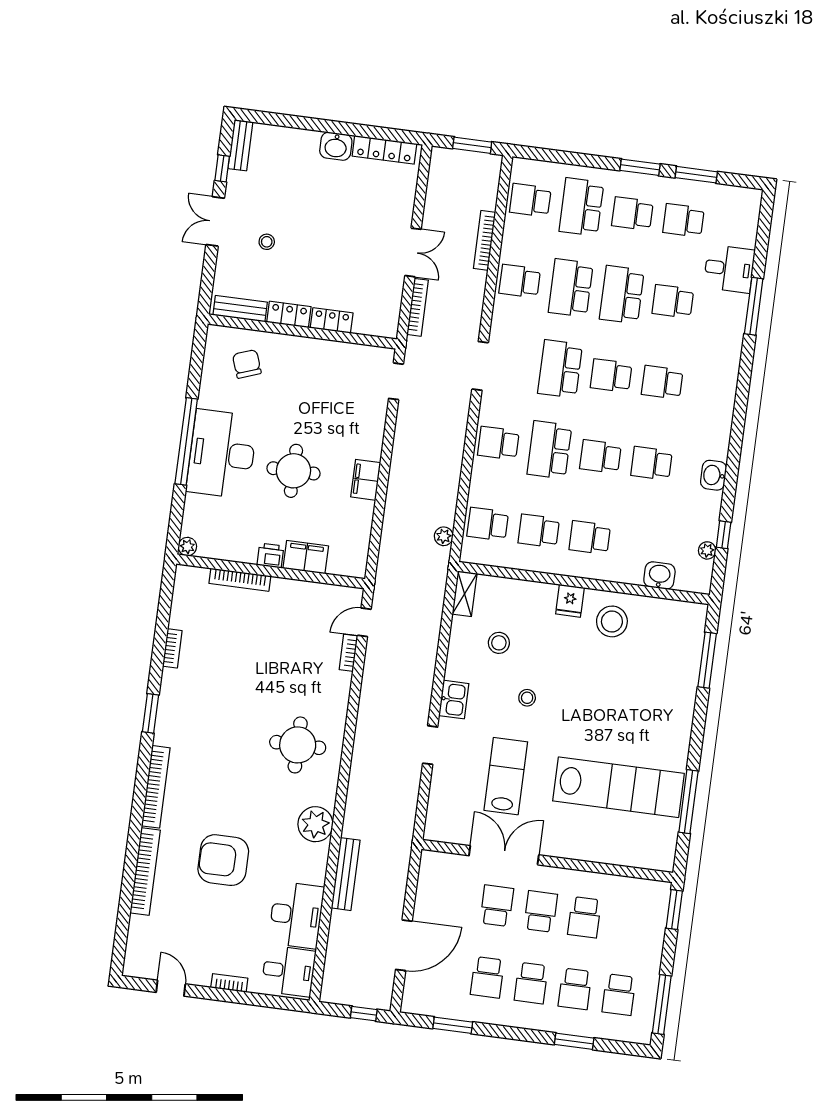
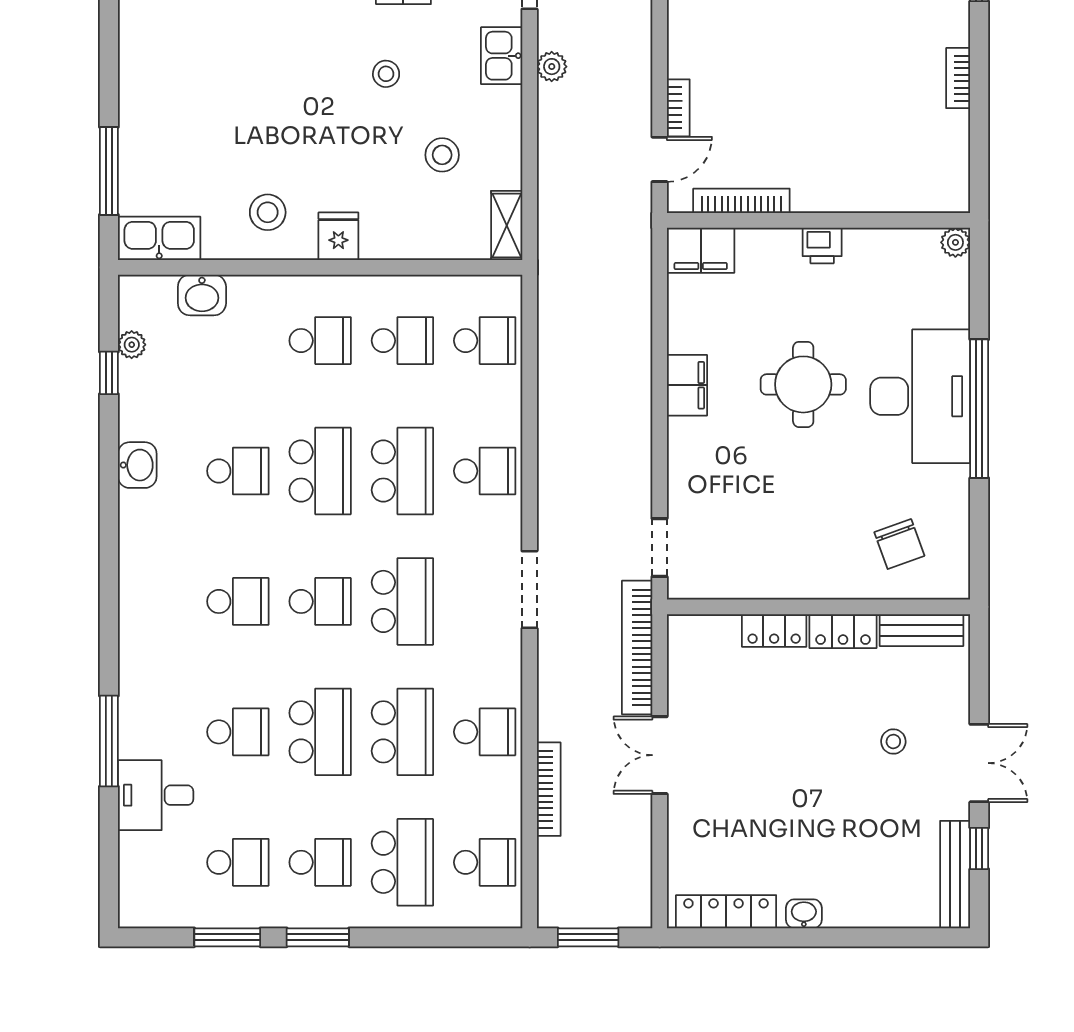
bench: (240, 145) -> (955, 875), width x1.36
washbasin: (336, 146) -> (804, 914), width x0.72, depth x0.69
bookcase: (418, 307) -> (637, 648), width x1.48, depth x1.31
school desk: (600, 457) -> (320, 471), width x1.85
plant: (444, 536) -> (552, 67), moved
filing cabinet: (306, 557) -> (701, 250), moved
bookcase: (240, 580) -> (741, 201), moved
kitchen sink: (681, 614) -> (159, 238), added
stool: (612, 621) -> (268, 212), width x0.73, depth x0.73

